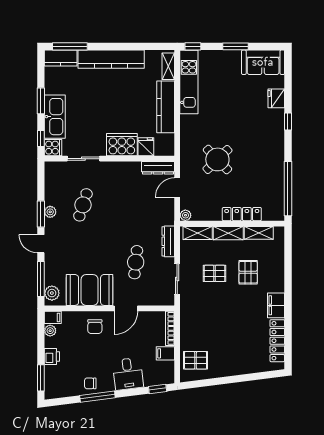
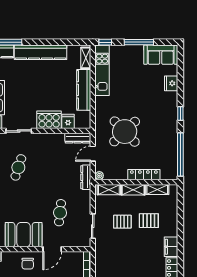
window: (235, 46) -> (139, 42), width x1.44
window: (288, 122) -> (180, 114), moved
round table: (217, 159) -> (125, 132), width x1.36, depth x1.36
dresser: (168, 241) -> (86, 177), moved
pallet: (248, 272) -> (149, 221), turned 90

